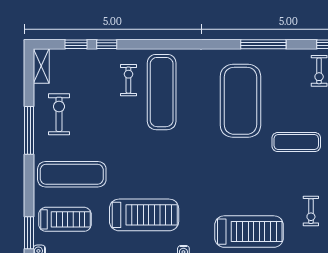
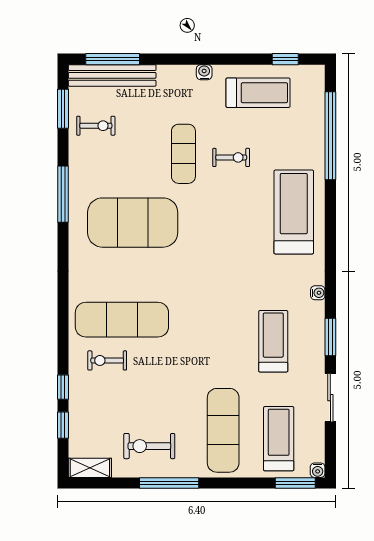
exercise bike: (311, 211) -> (231, 157), moved
treadmill: (144, 215) -> (273, 341), width x0.73, depth x0.73

